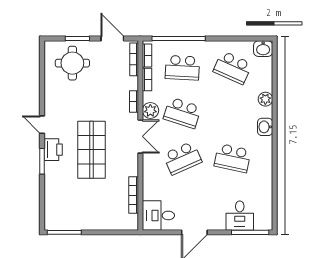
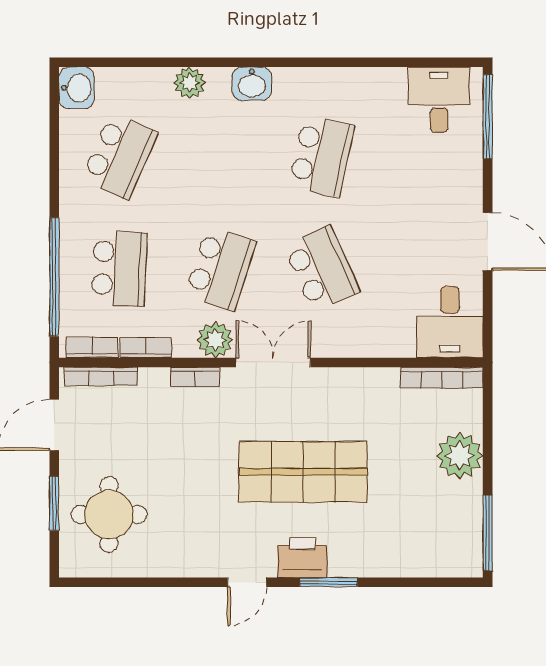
bookcase: (134, 195) -> (442, 378), moved
desk: (240, 216) -> (439, 100), moved, turned -90
plant: (99, 220) -> (460, 456), added

